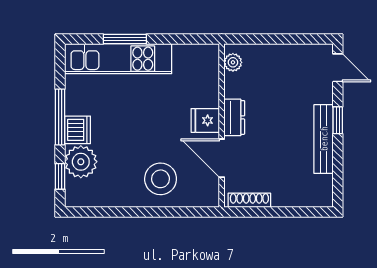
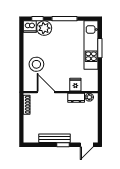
dresser: (234, 117) -> (76, 98), moved
fridge: (205, 120) -> (75, 85), moved
dishwasher: (78, 130) -> (30, 27), moved
door: (222, 158) -> (46, 92), hinge flipped

